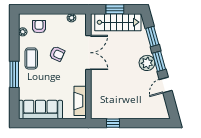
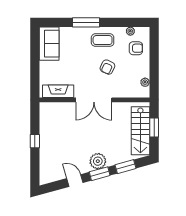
double door: (88, 53) -> (94, 100), moved
sofa: (40, 109) -> (49, 44), width x0.73
window: (113, 123) -> (35, 141), moved

